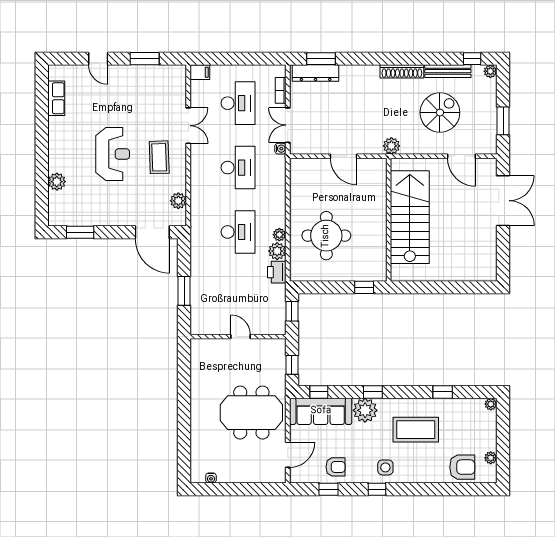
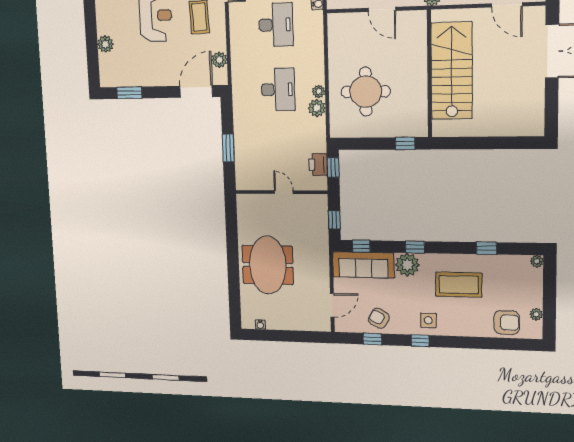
door: (152, 232) -> (196, 91), swing flipped
printer: (277, 272) -> (318, 165), moved
meeting table: (251, 413) -> (268, 265), moved, turned 90
armchair: (336, 467) -> (379, 318), turned -151

